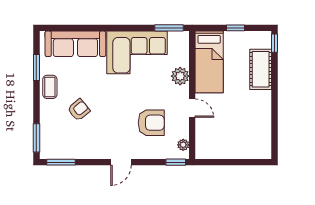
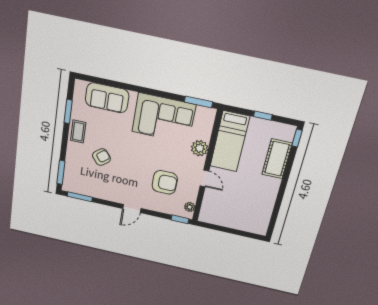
sofa: (75, 44) -> (107, 98), width x0.73

